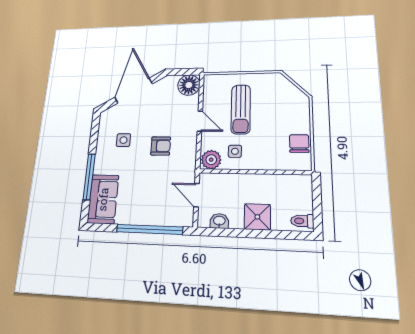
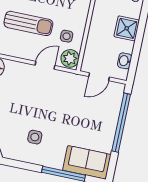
door: (200, 121) -> (45, 65), moved
armchair: (161, 146) -> (48, 102), removed

